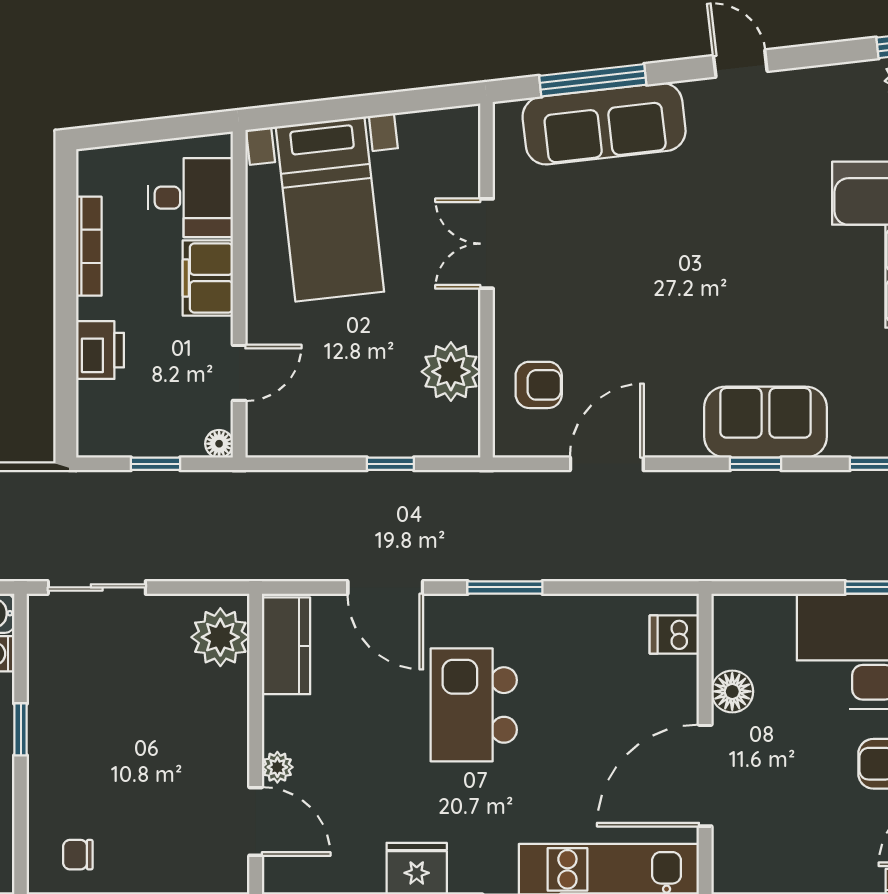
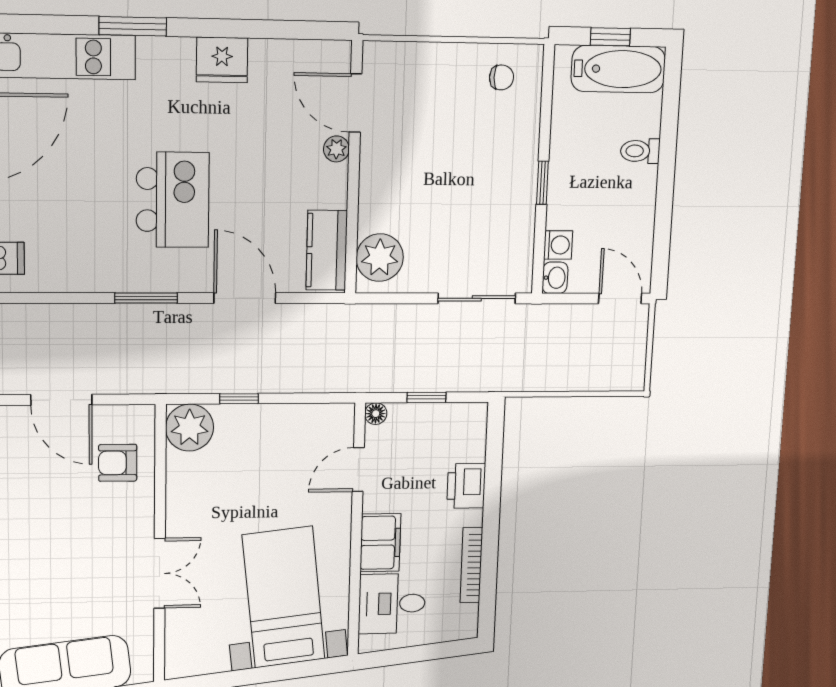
plant: (451, 372) -> (190, 428), moved
door: (607, 464) -> (61, 400), hinge flipped

